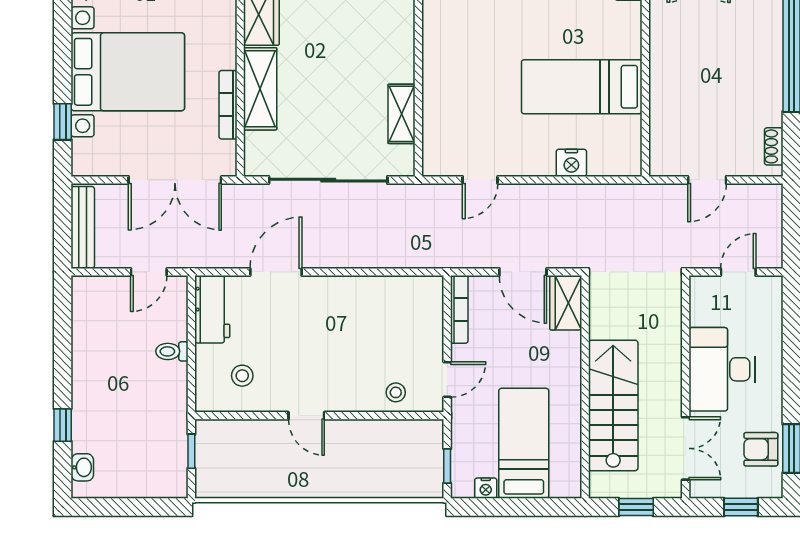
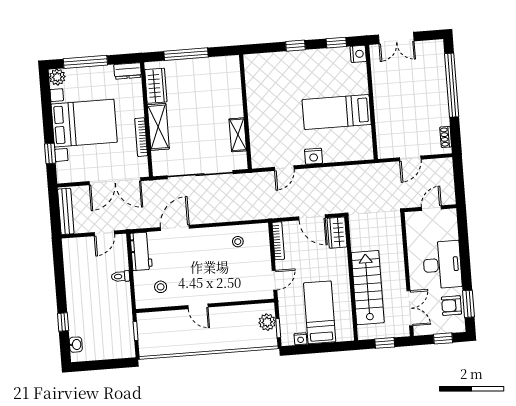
nightstand: (571, 163) -> (314, 156), moved
desk: (722, 369) -> (442, 265), moved, turned 180
stool: (396, 392) -> (238, 242), moved
plant: (428, 453) -> (267, 322), added

